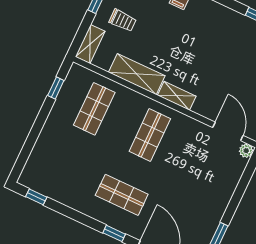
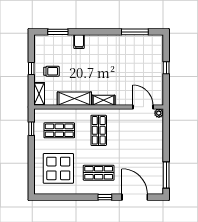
shop shelf: (94, 109) -> (59, 130), turned 90
display table: (68, 162) -> (58, 168), added
window: (36, 197) -> (50, 197), removed

